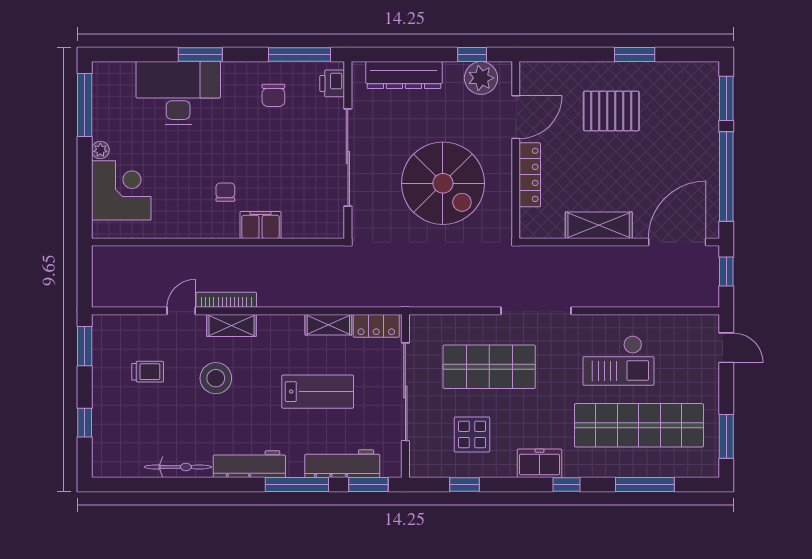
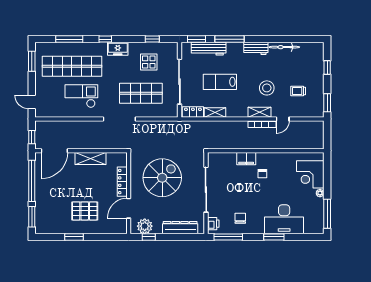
spiral stairs: (443, 183) -> (162, 178), turned 90
workbench: (249, 464) -> (256, 48), width x0.73

